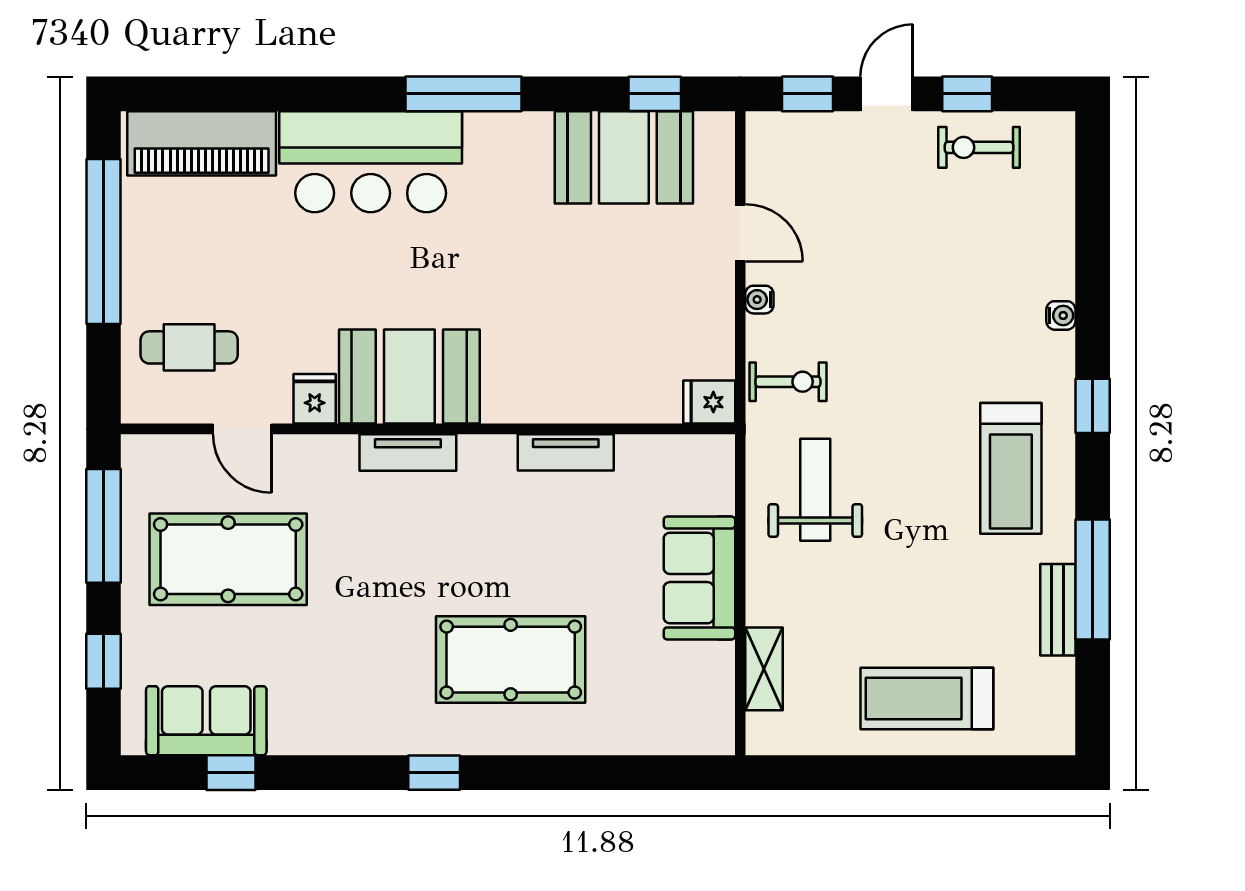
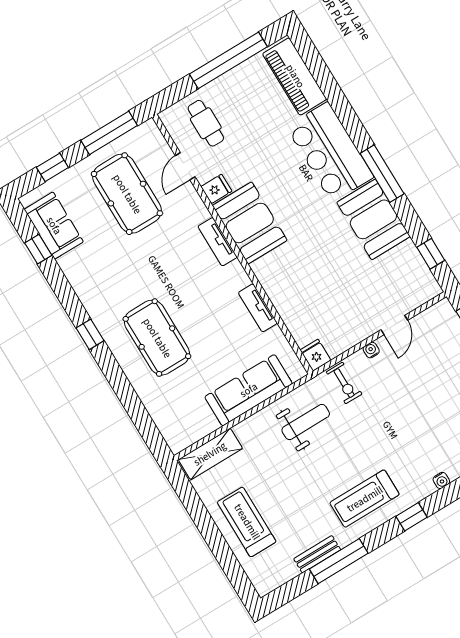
booth: (624, 157) -> (373, 219), moved
sofa: (699, 578) -> (249, 390), width x1.36
shelving: (764, 669) -> (210, 454), width x1.50, depth x1.33

